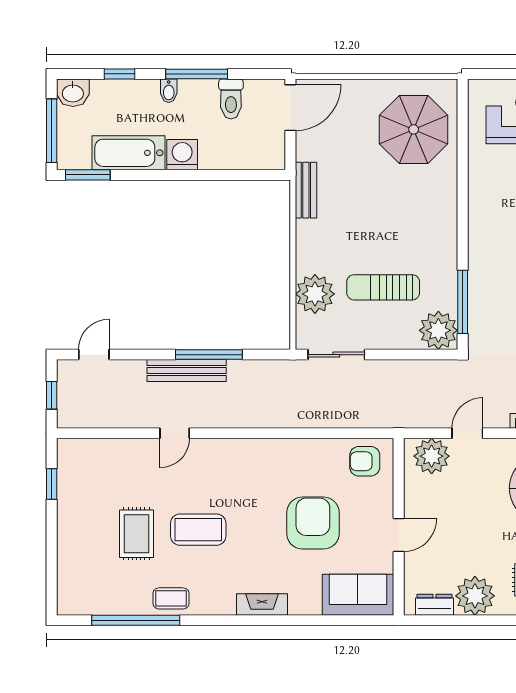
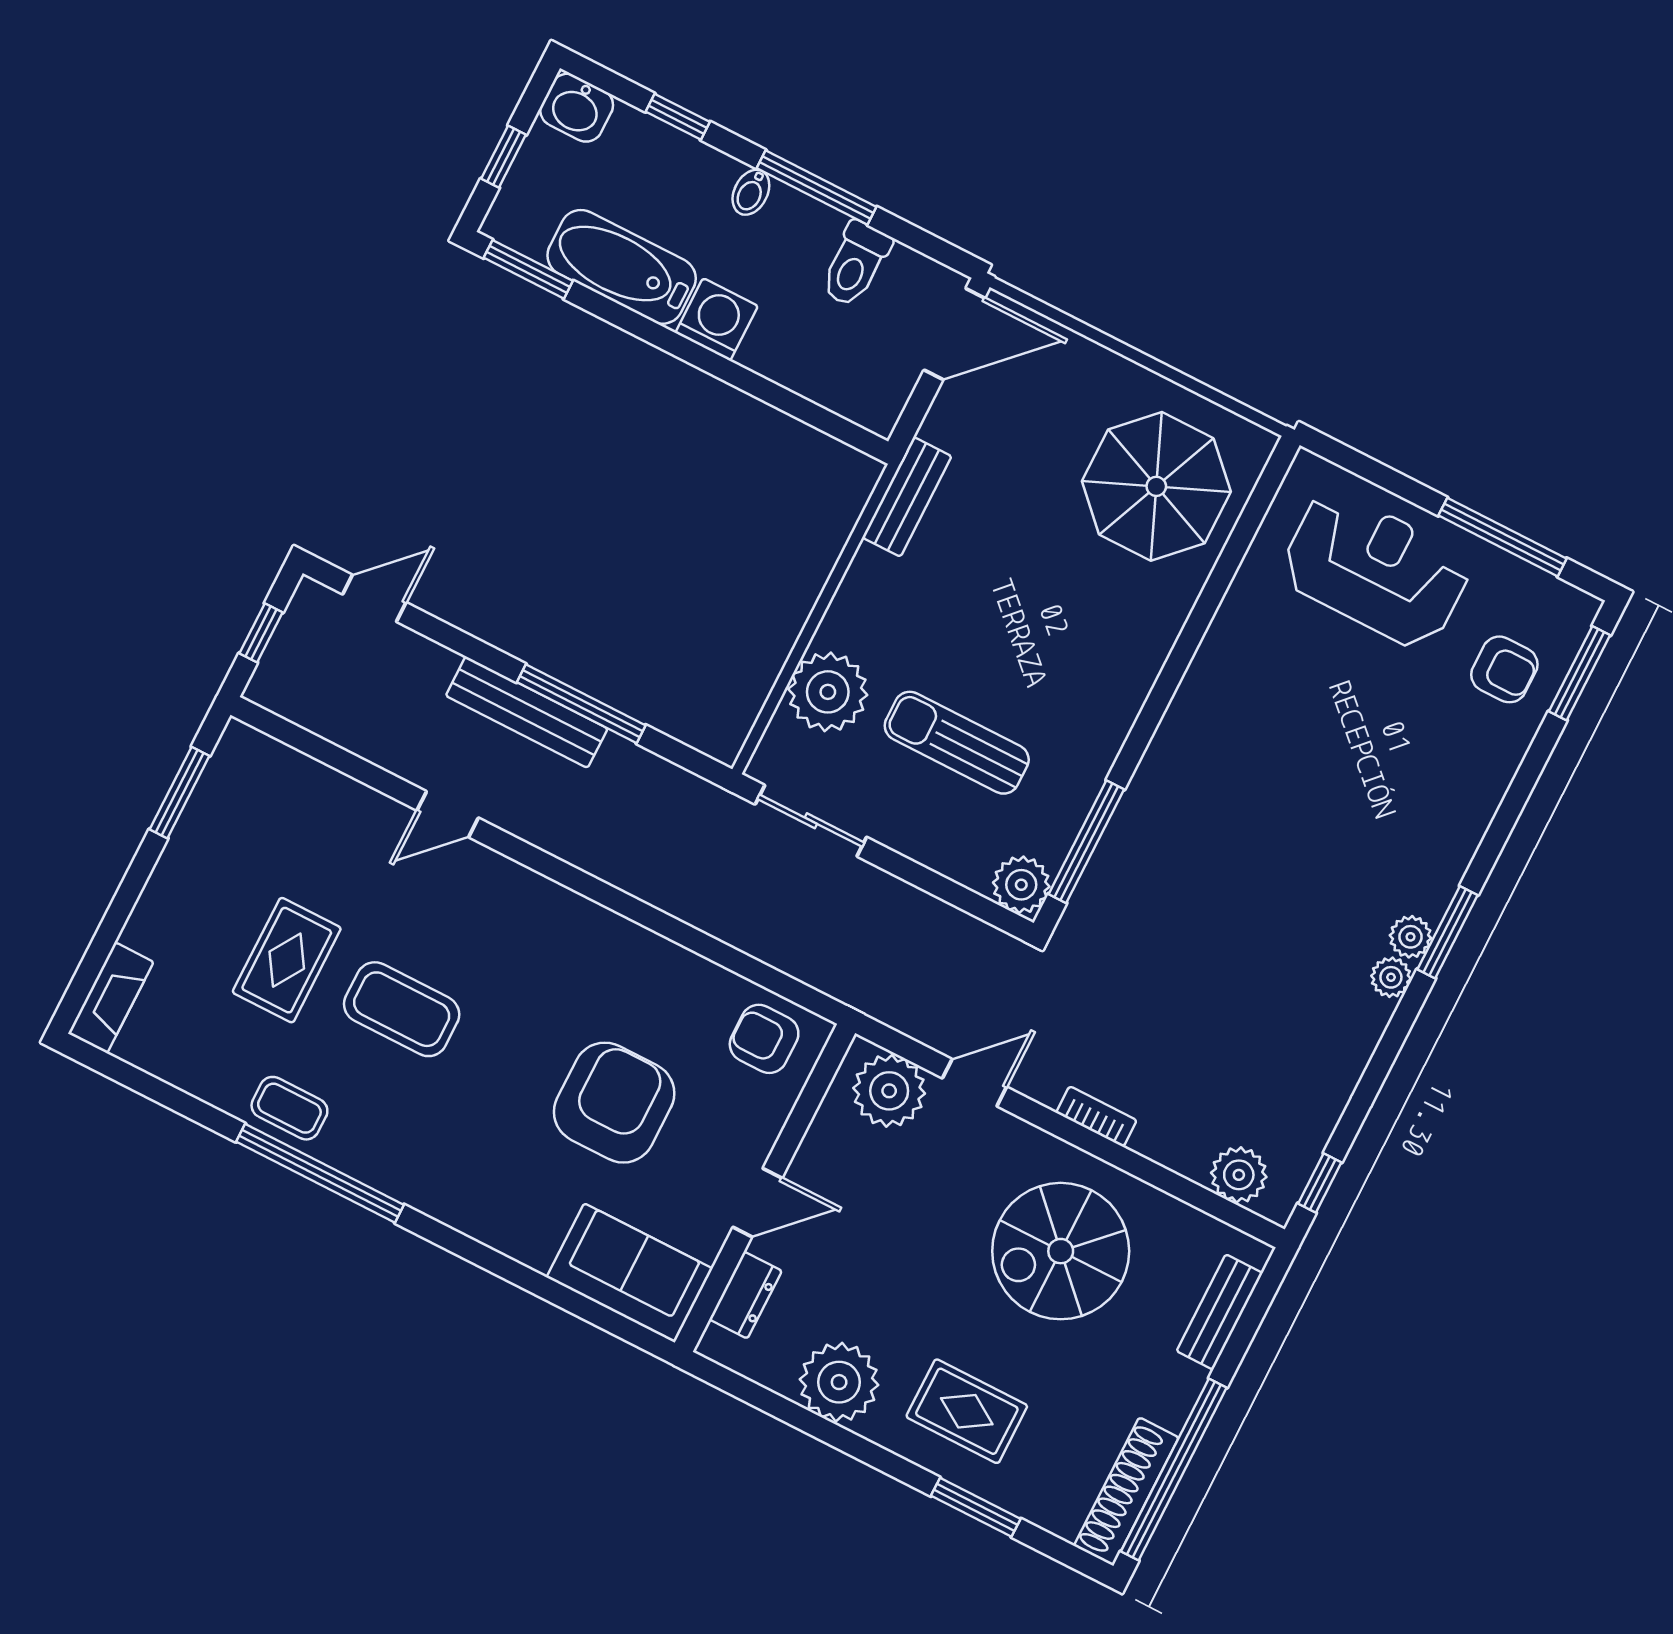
window: (52, 131) -> (504, 157), width x0.46
plant: (438, 330) -> (1021, 885), width x0.73, depth x0.73
window: (52, 484) -> (180, 793), width x1.50
fireplace: (262, 604) -> (111, 998), moved, turned 90
dresser: (434, 605) -> (746, 1295), moved, turned 90
window: (136, 620) -> (320, 1173), moved

